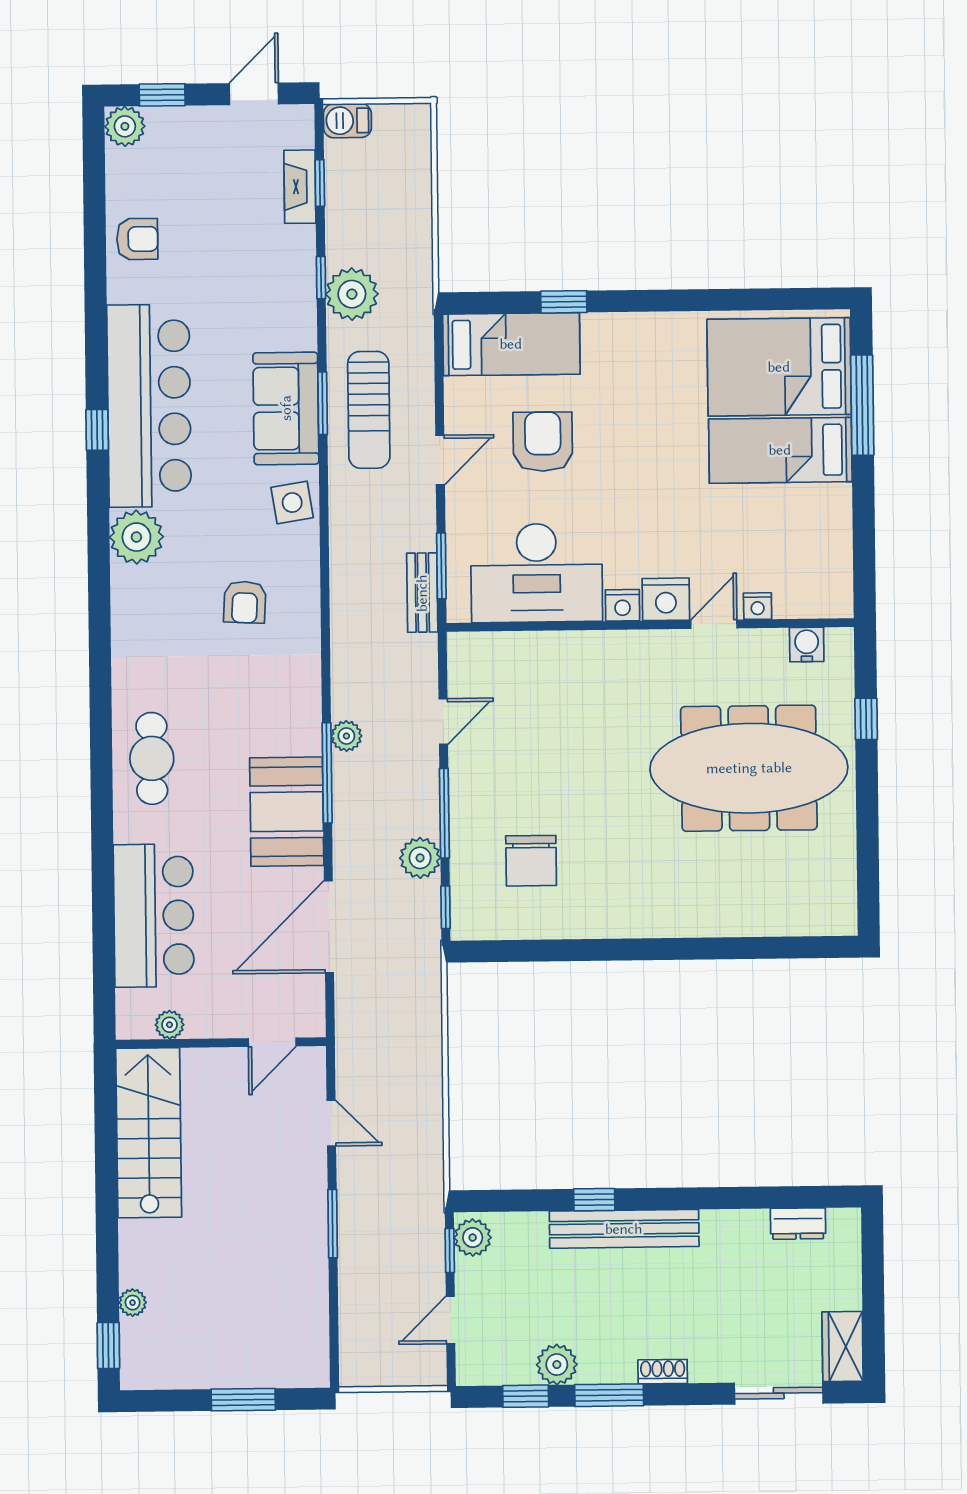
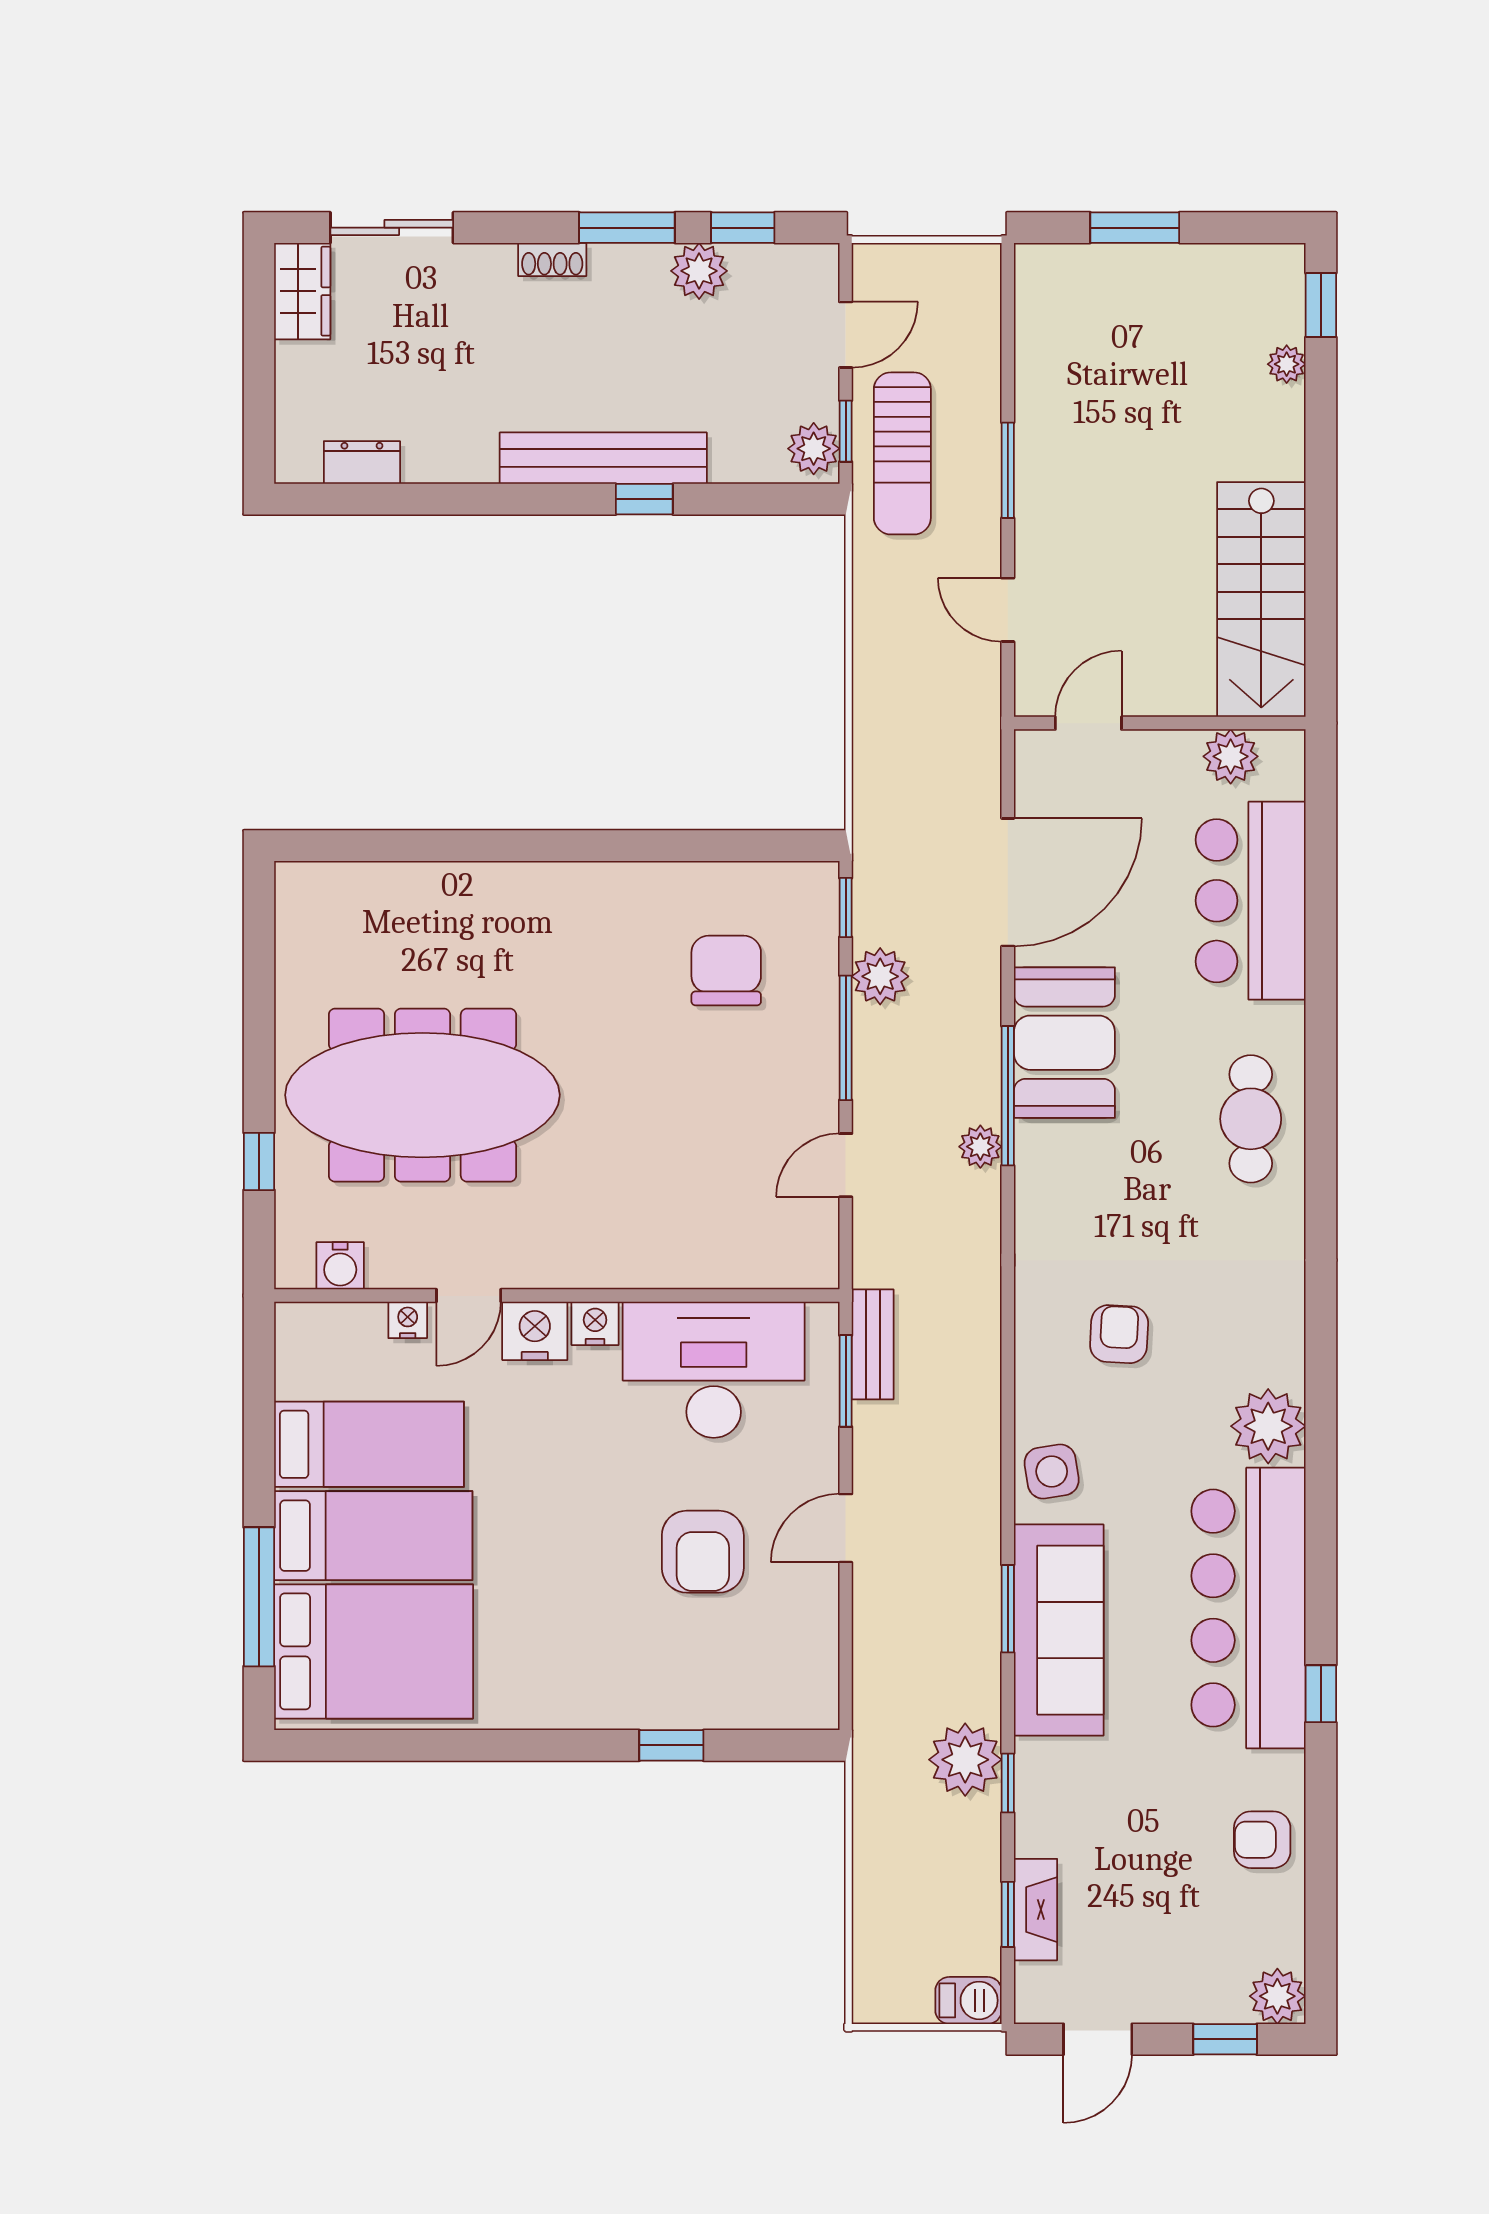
bed: (511, 344) -> (369, 1444), moved, turned 180
sofa: (286, 408) -> (1059, 1630), width x1.36
sun lounger: (369, 410) -> (902, 453), moved, turned 180
window: (97, 430) -> (1321, 1694), moved
plant: (170, 1025) -> (1231, 756), width x1.38, depth x1.38

